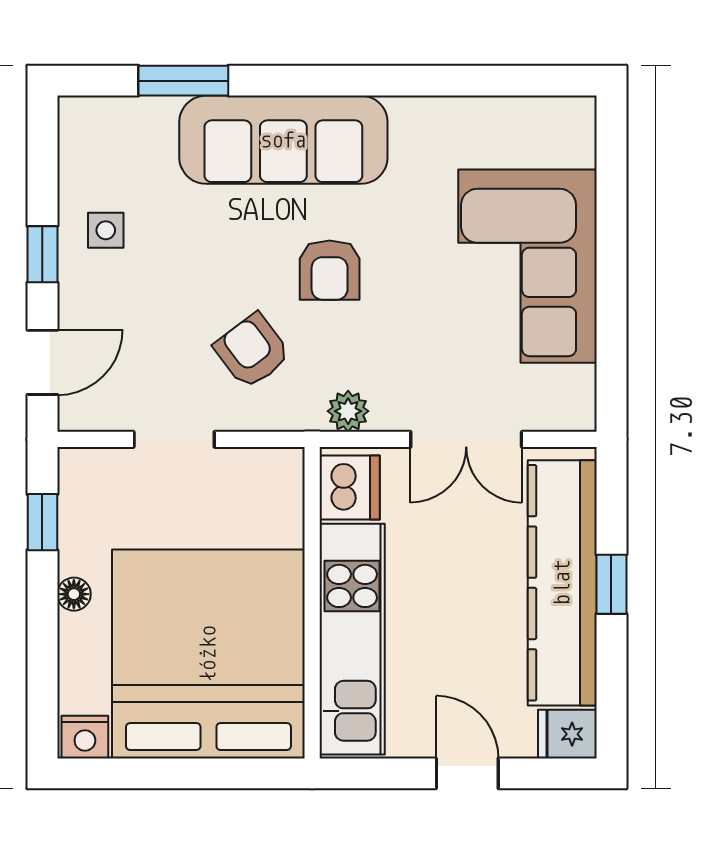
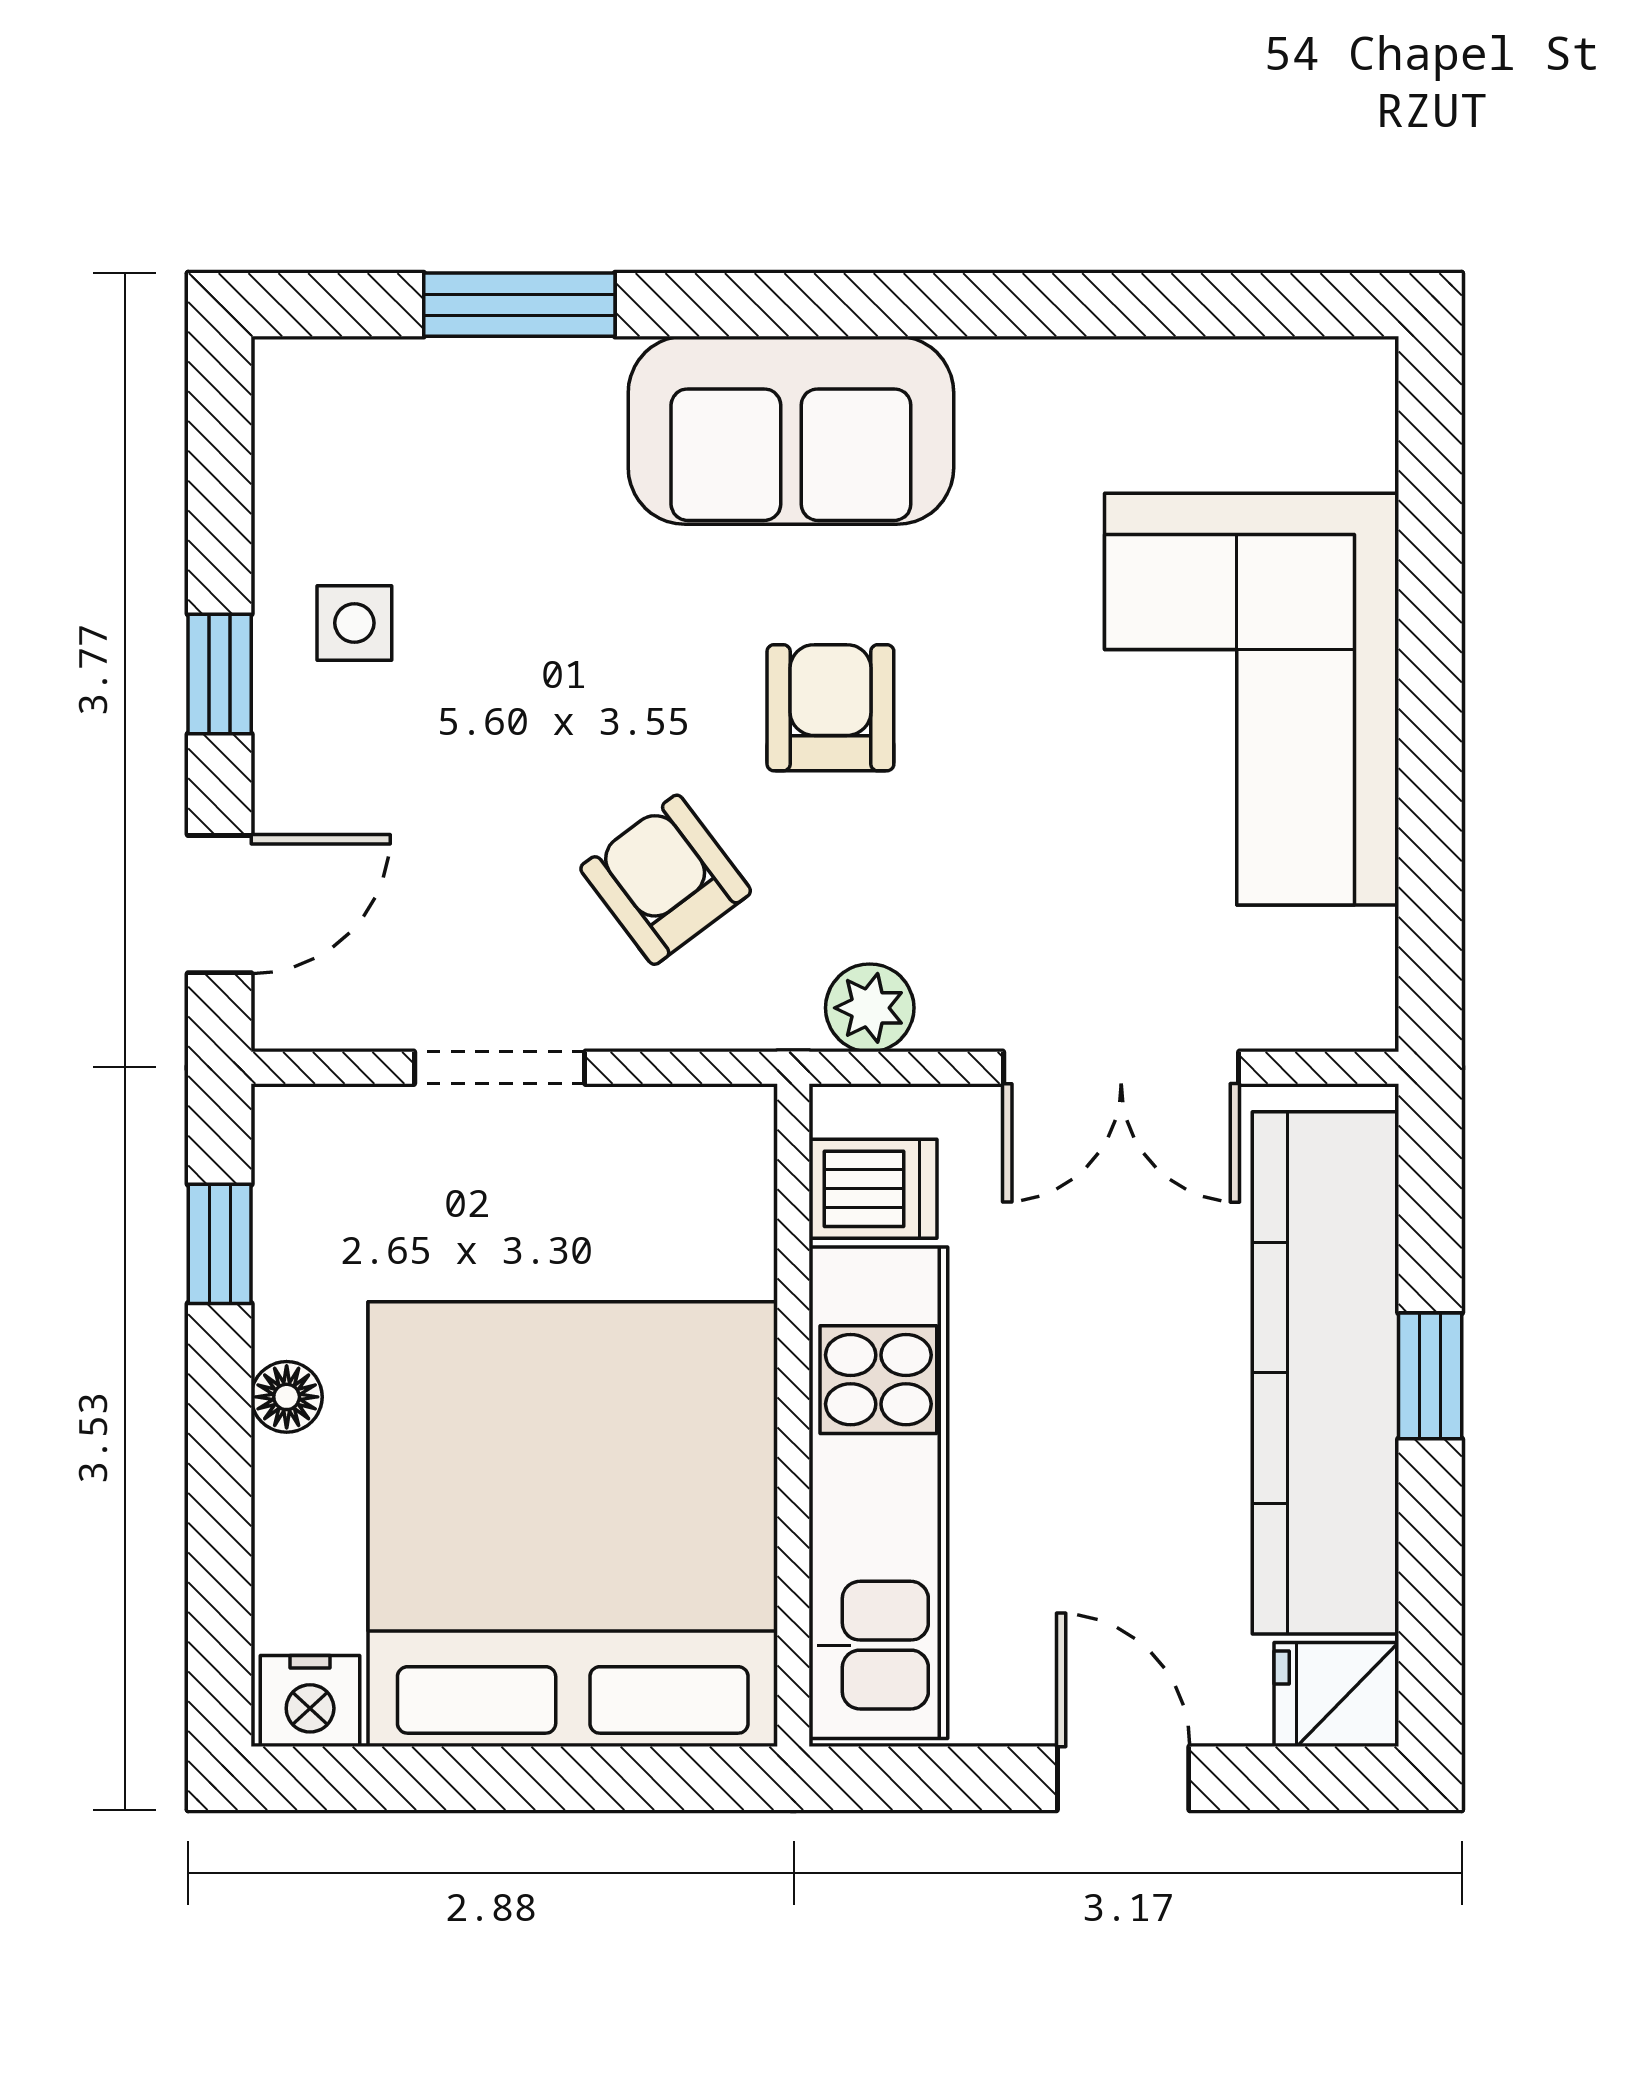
sofa: (283, 140) -> (791, 430), width x0.73
armchair: (330, 270) -> (830, 708), turned 180
dishwasher: (350, 487) -> (873, 1189), width x0.73

